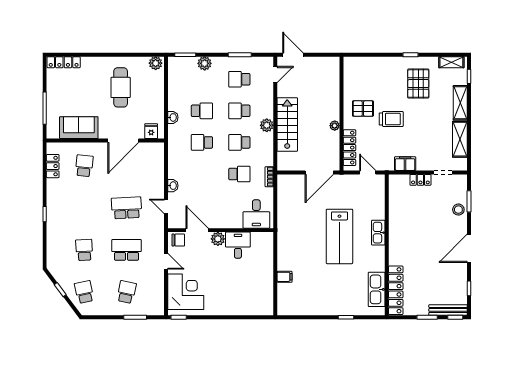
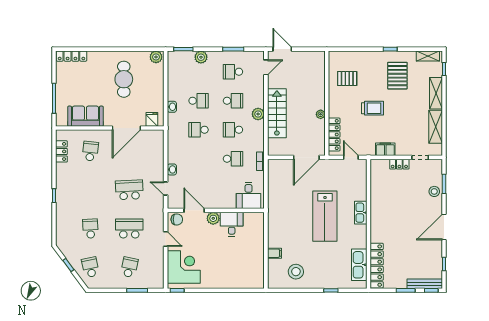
pallet: (363, 109) -> (347, 78), moved
school desk: (239, 111) -> (233, 101), turned 180
stool: (308, 297) -> (296, 272), added

